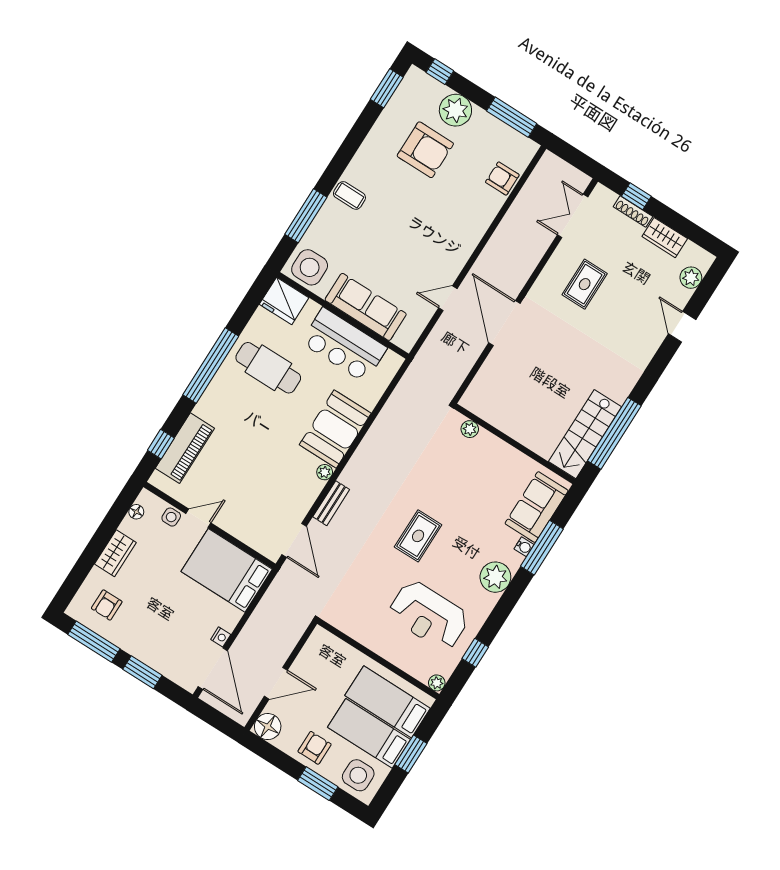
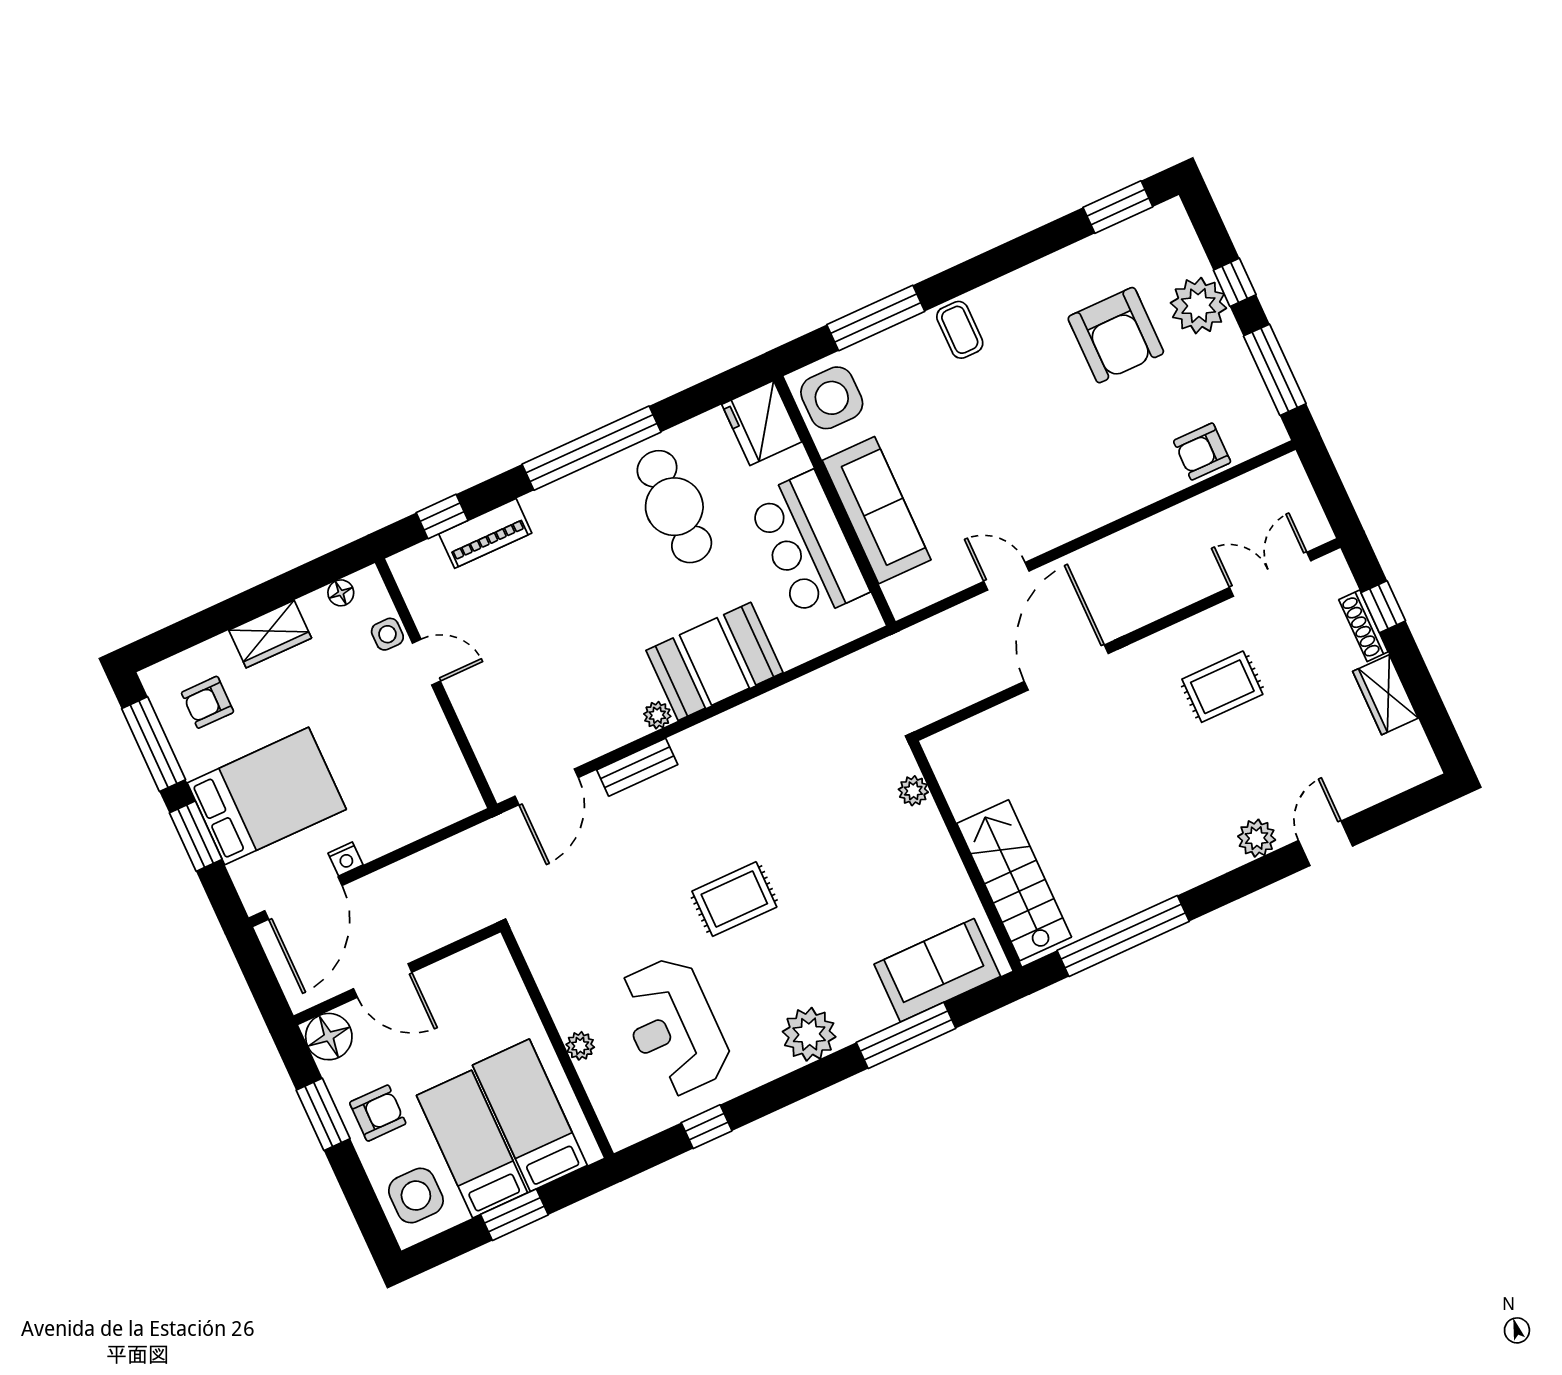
window: (440, 72) -> (1235, 282), moved
armchair: (502, 179) -> (1202, 452), turned -90
plant: (691, 278) -> (1257, 838), moved
stairs: (585, 434) -> (1014, 880), moved, turned 90
piano: (185, 448) -> (485, 533), width x0.73, depth x0.75
water cooler: (524, 547) -> (881, 1017), removed
bed: (227, 570) -> (267, 796), moved, turned 90
plant: (437, 683) -> (580, 1046), moved
window: (318, 784) -> (323, 1114), moved

